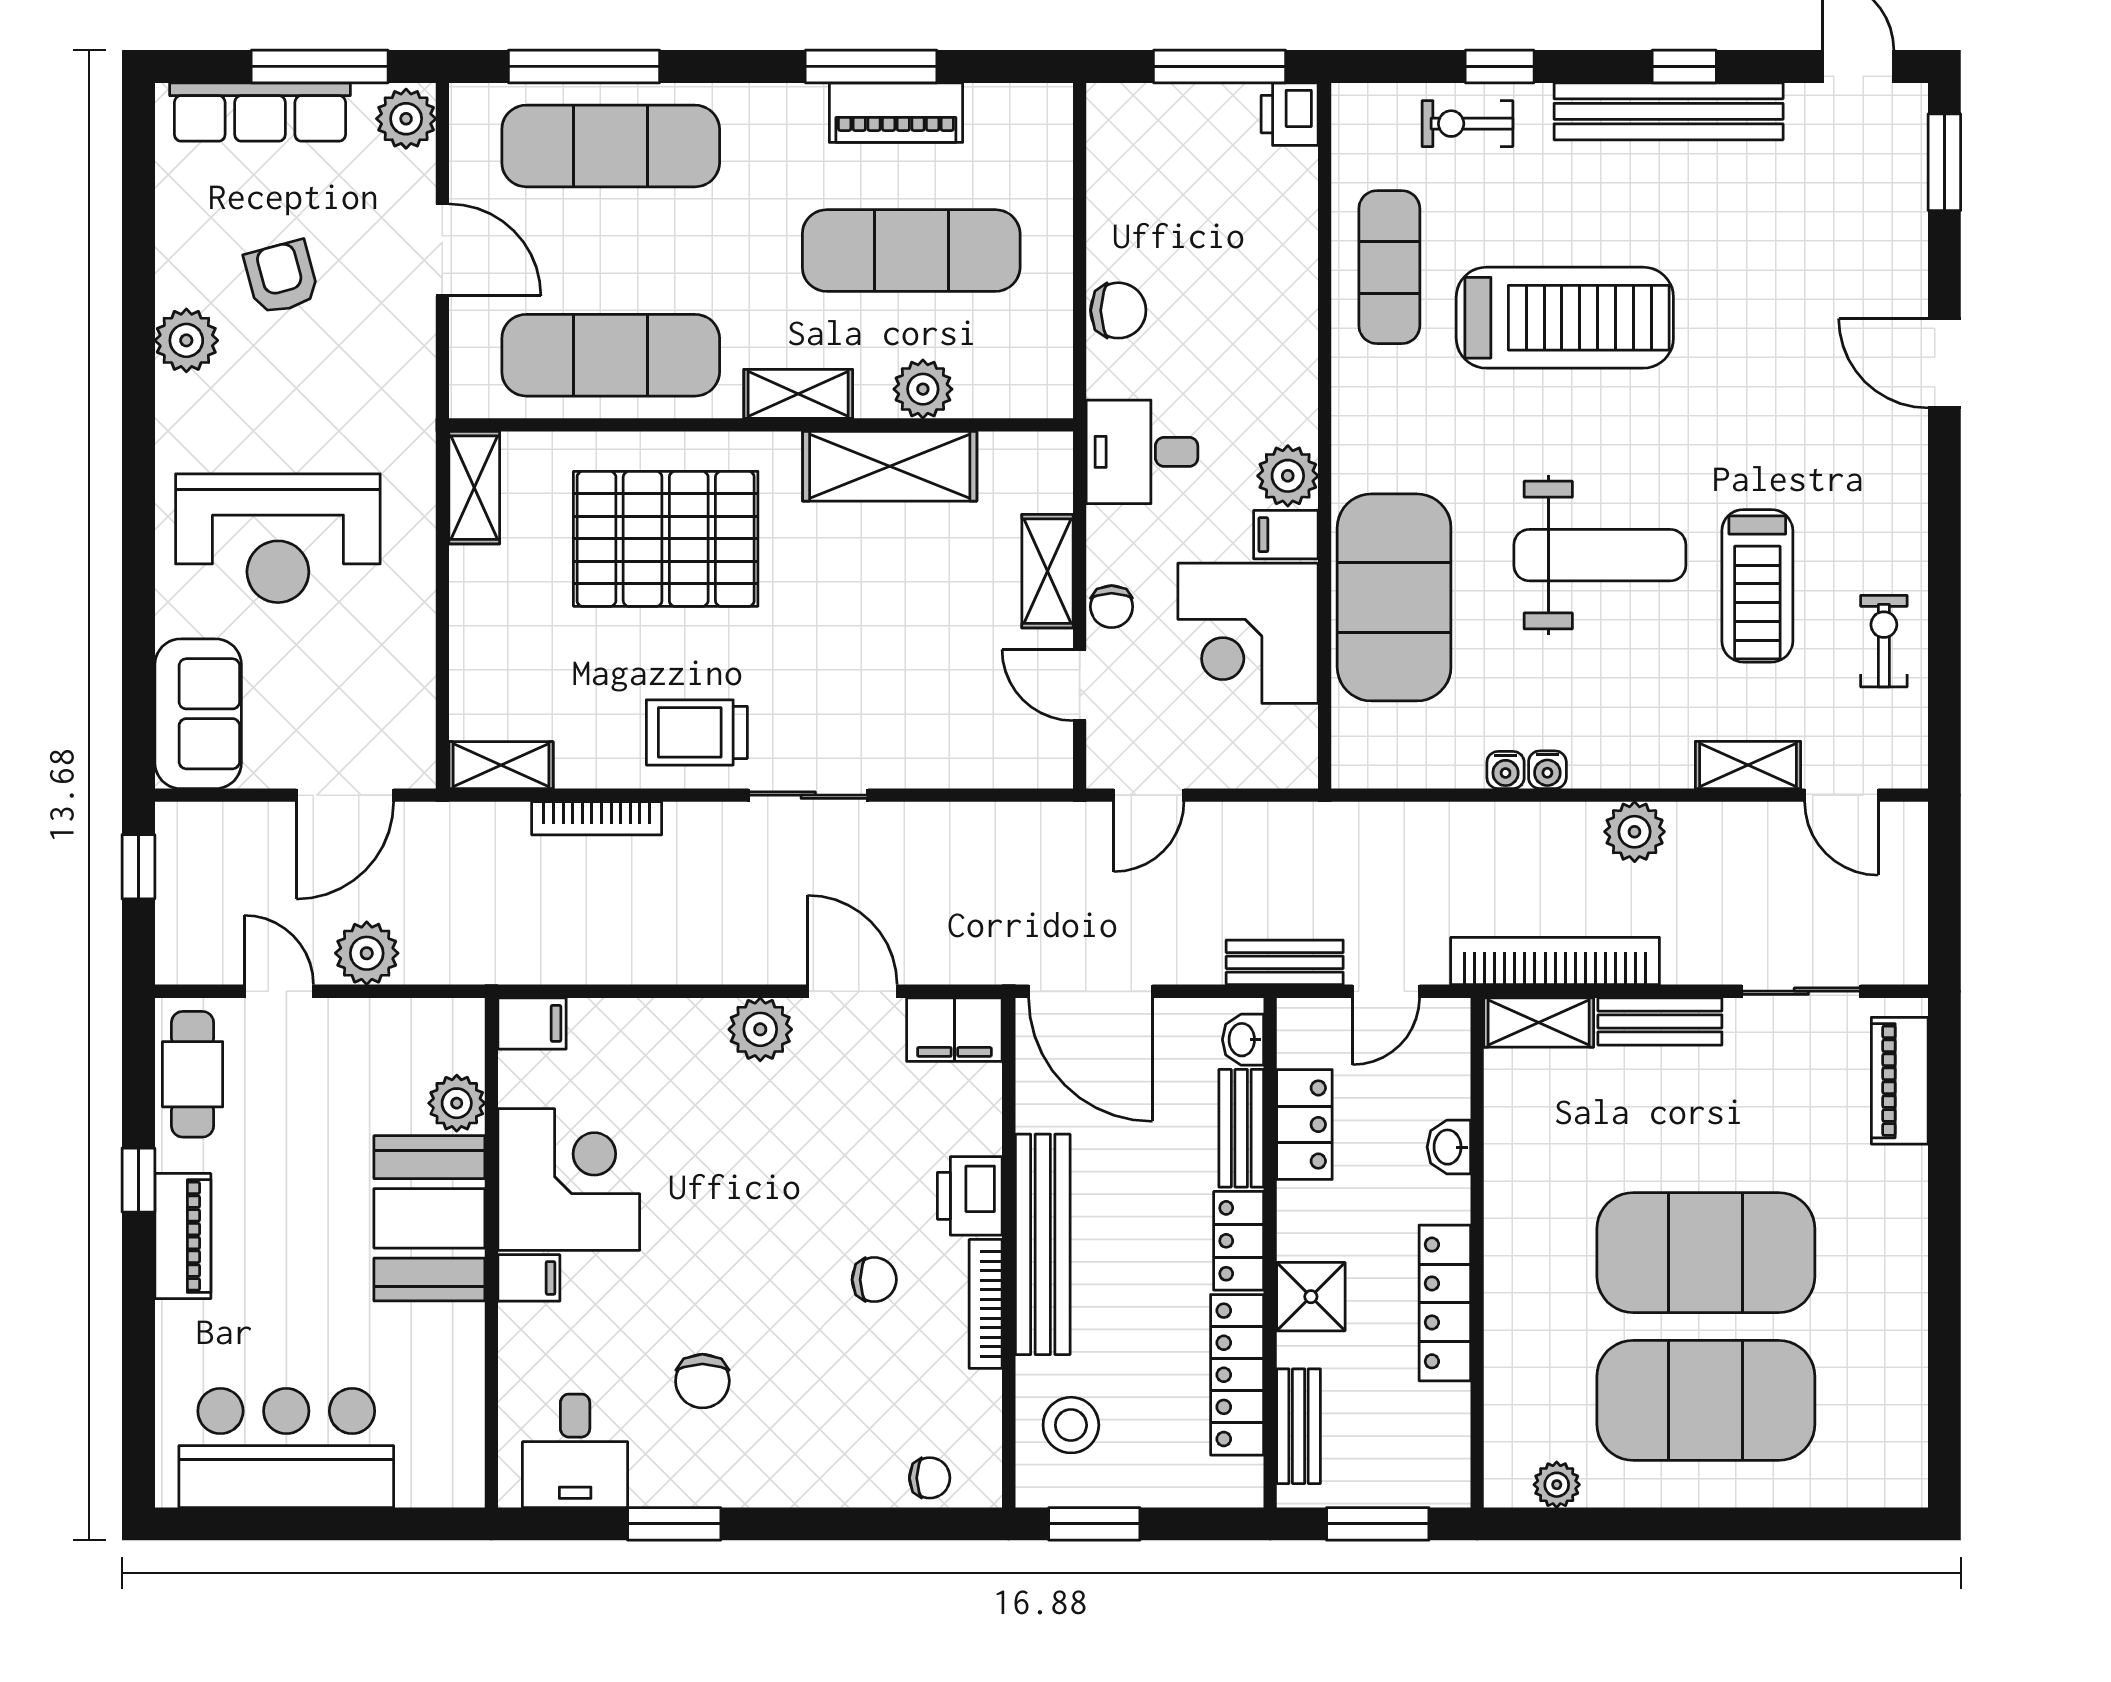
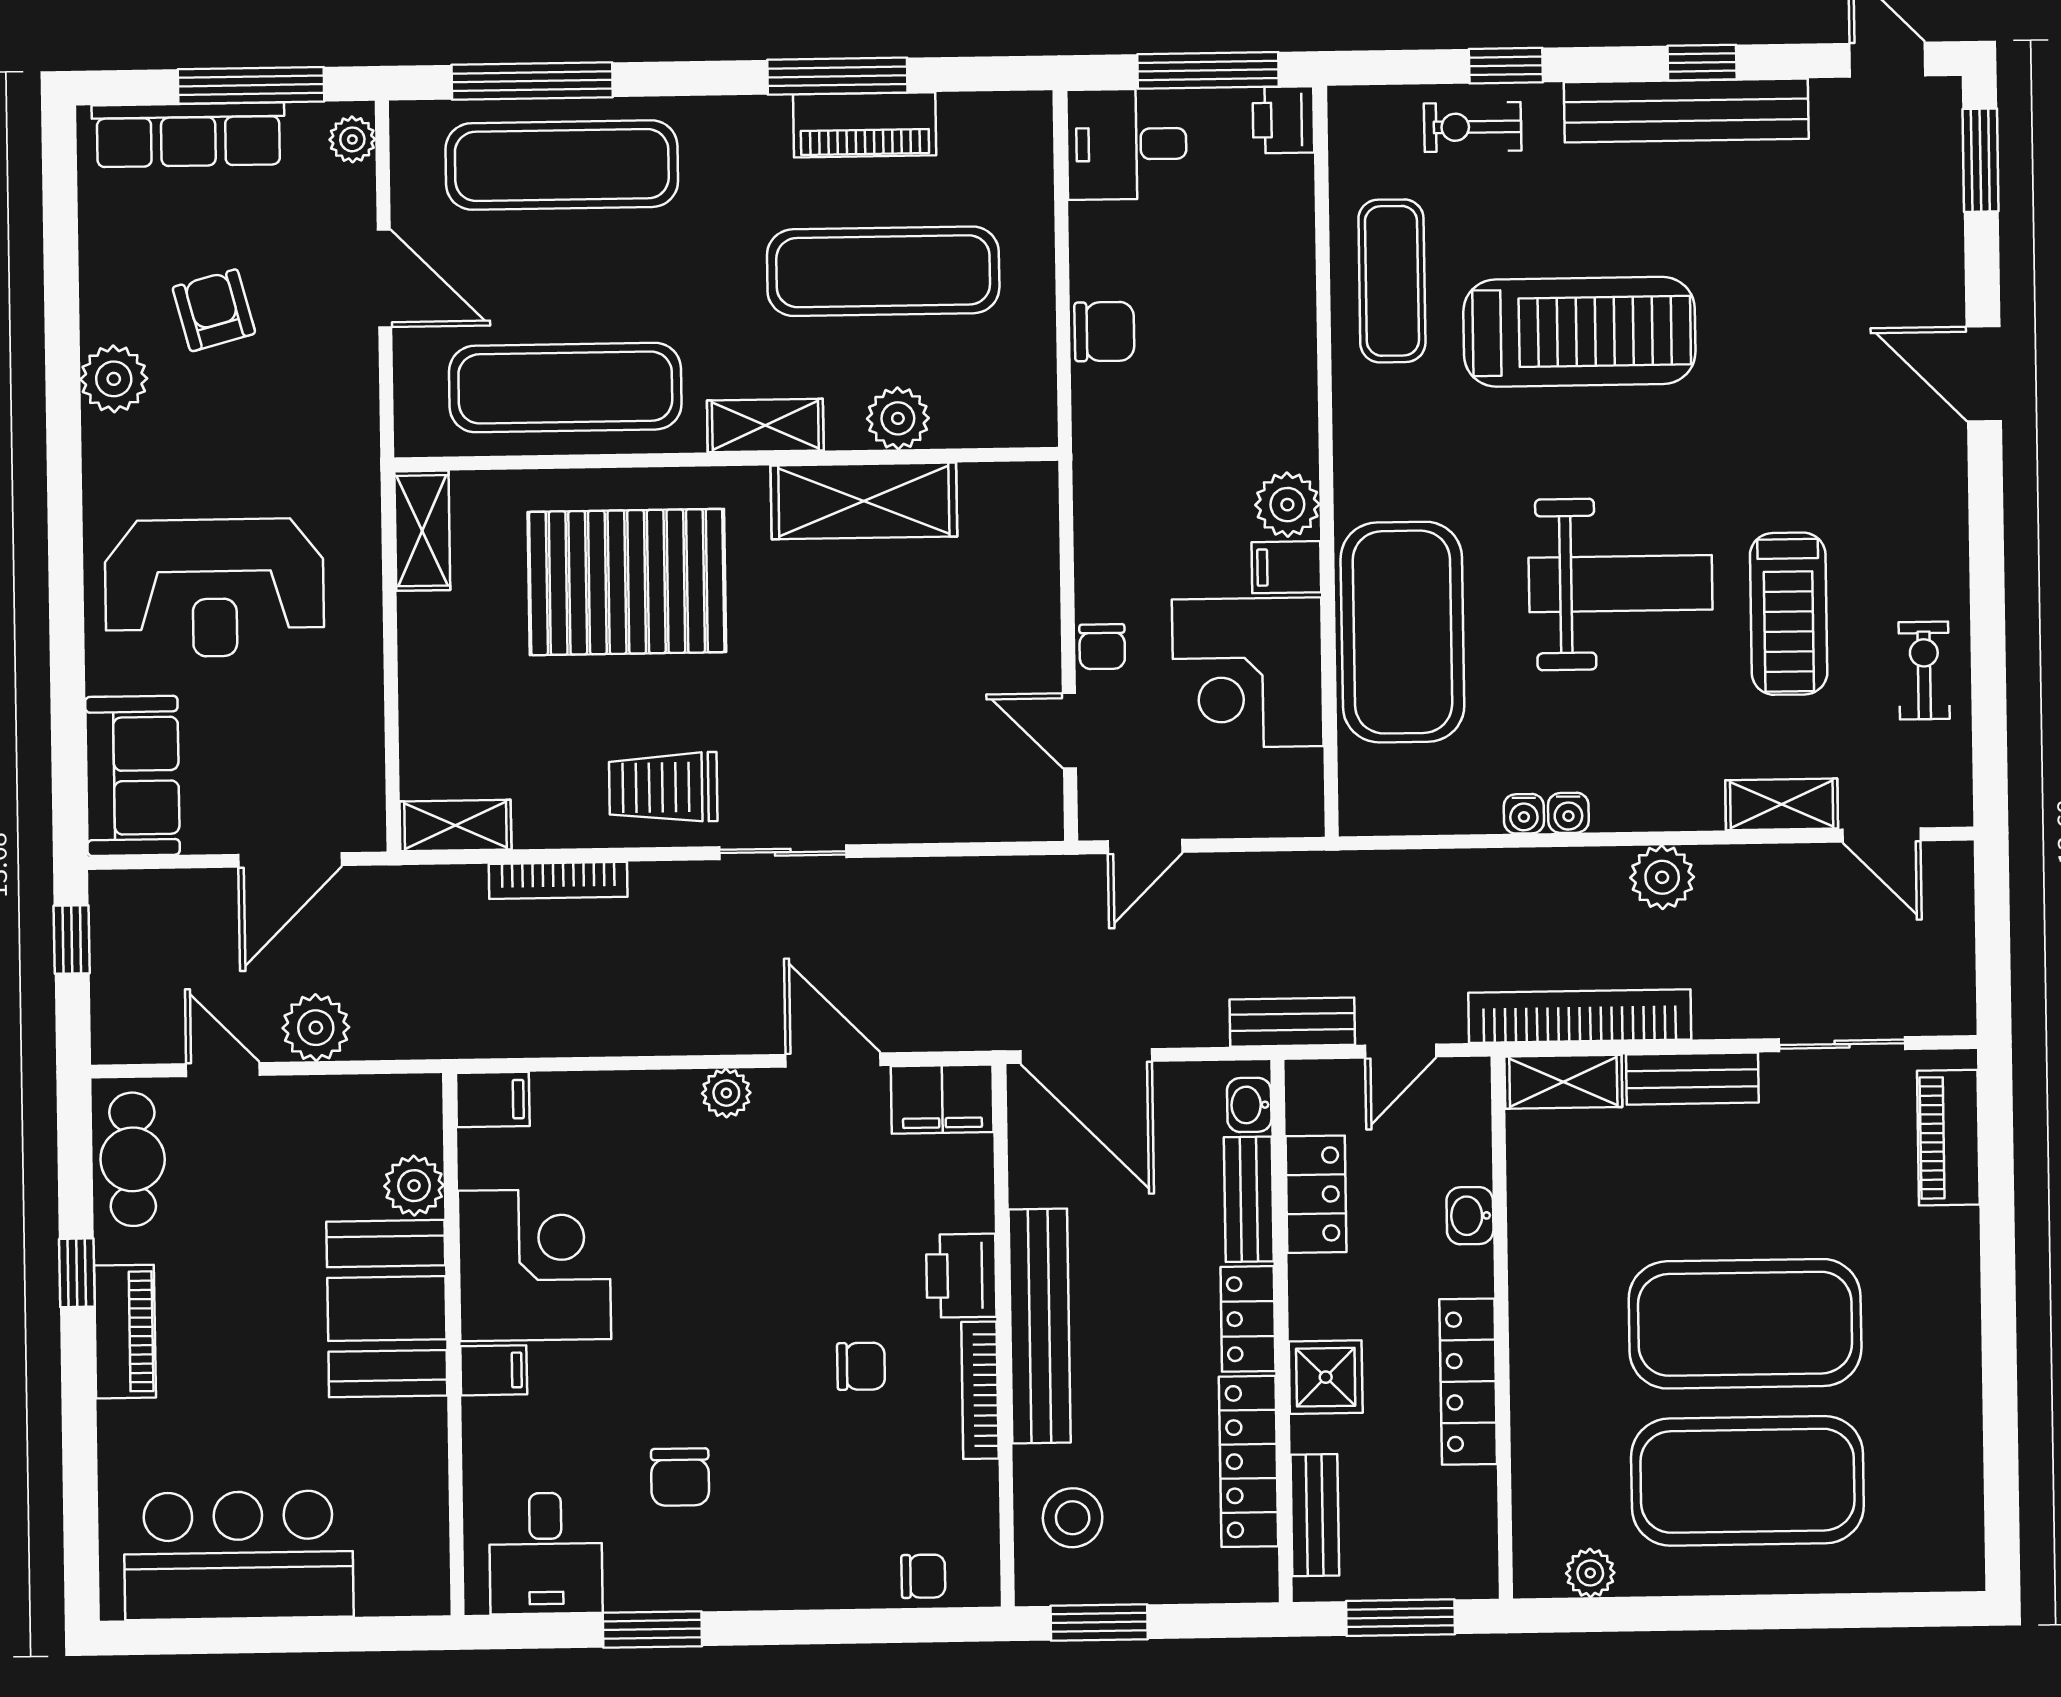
plant: (406, 119) -> (352, 139), width x0.73, depth x0.73
desk: (1142, 452) -> (1127, 144), moved
shelving: (1047, 571) -> (1033, 610), removed
plant: (760, 1029) -> (726, 1093), width x0.73, depth x0.73

